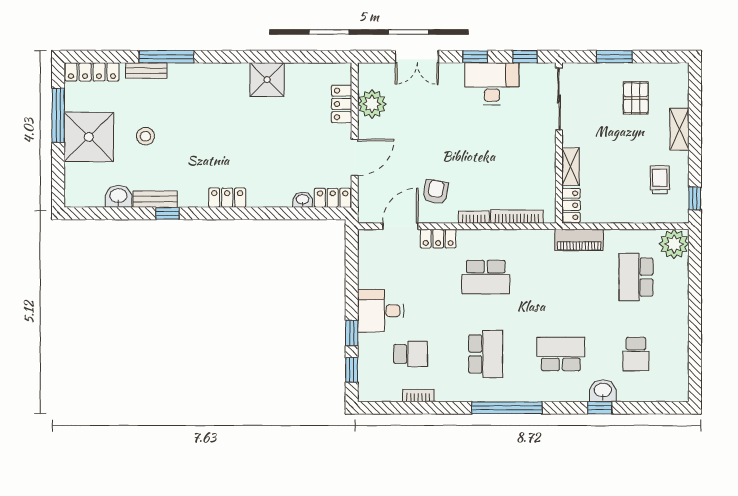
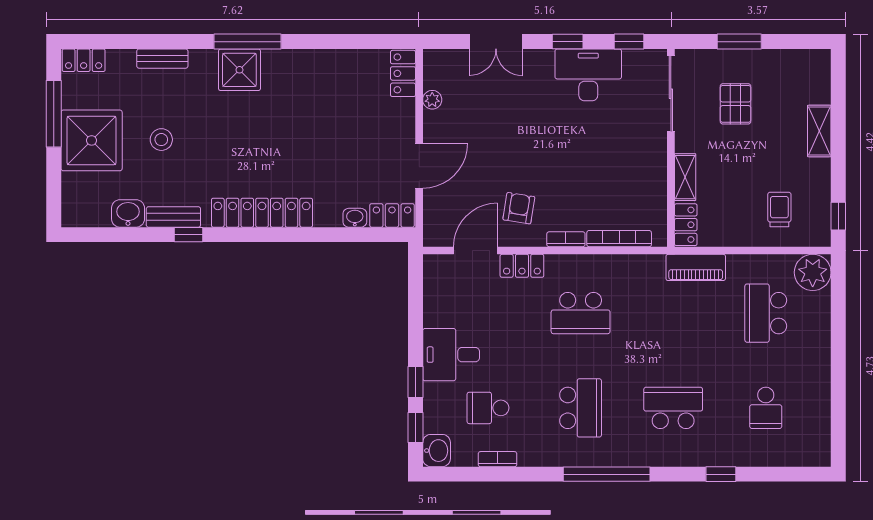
window: (166, 57) -> (247, 42), moved
locker: (92, 72) -> (84, 60), width x0.66
shower: (267, 80) -> (239, 70), moved
pallet: (636, 98) -> (736, 104), moved
locker: (342, 104) -> (403, 73), moved
plant: (372, 104) -> (432, 100), width x0.53, depth x0.53
trolley: (660, 180) -> (779, 210), moved
locker: (227, 198) -> (262, 213), width x2.16, depth x1.21
school desk: (411, 354) -> (488, 408), turned 180
washbasin: (603, 391) -> (437, 451), moved, turned 90

